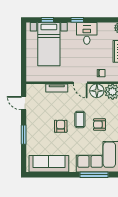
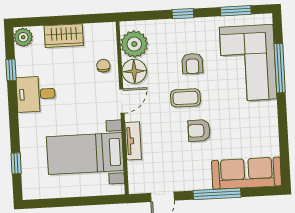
window: (77, 20) -> (11, 70), moved
bed with nightstands: (49, 44) -> (85, 154), moved, turned 180
window: (24, 135) -> (217, 194), width x1.44
sofa: (49, 164) -> (247, 173), moved, turned 90

